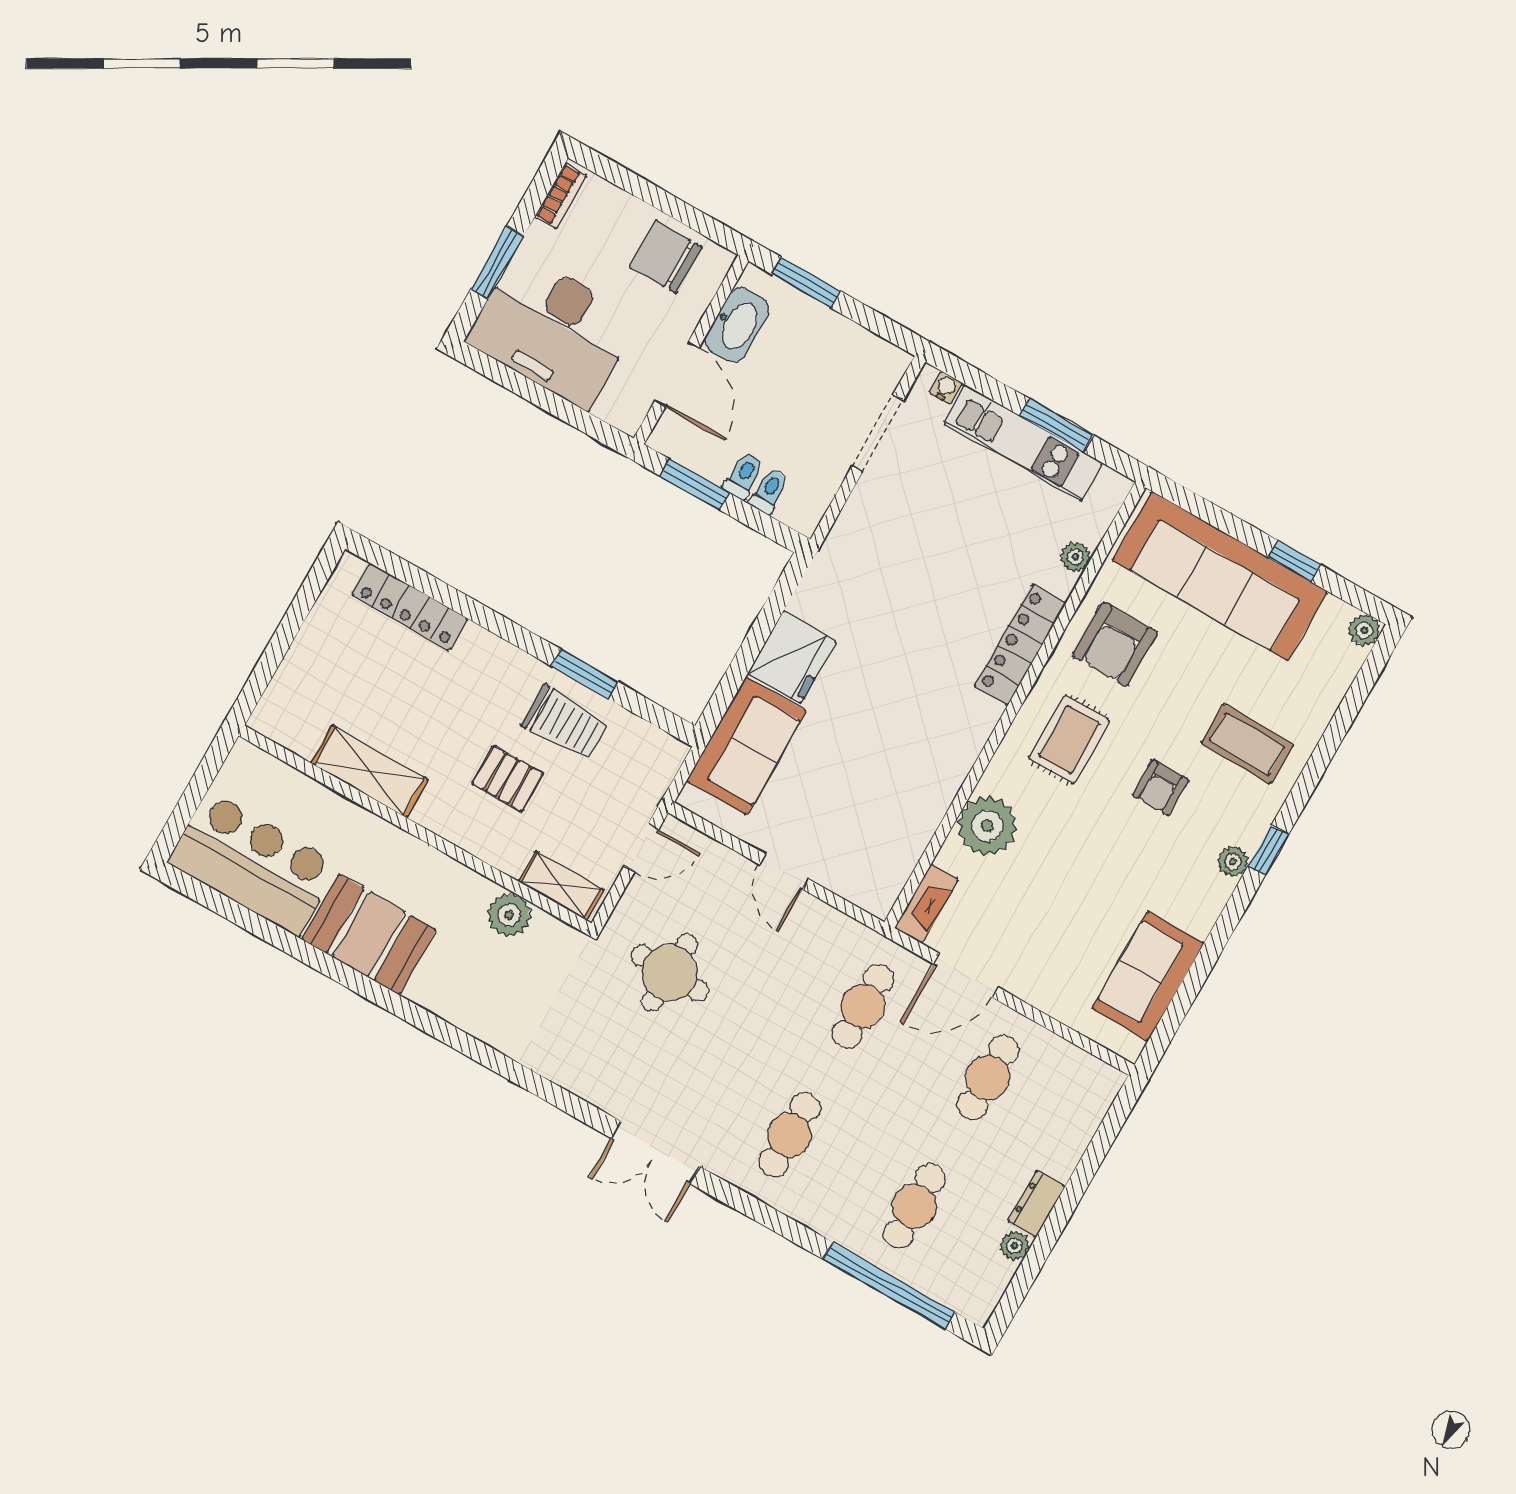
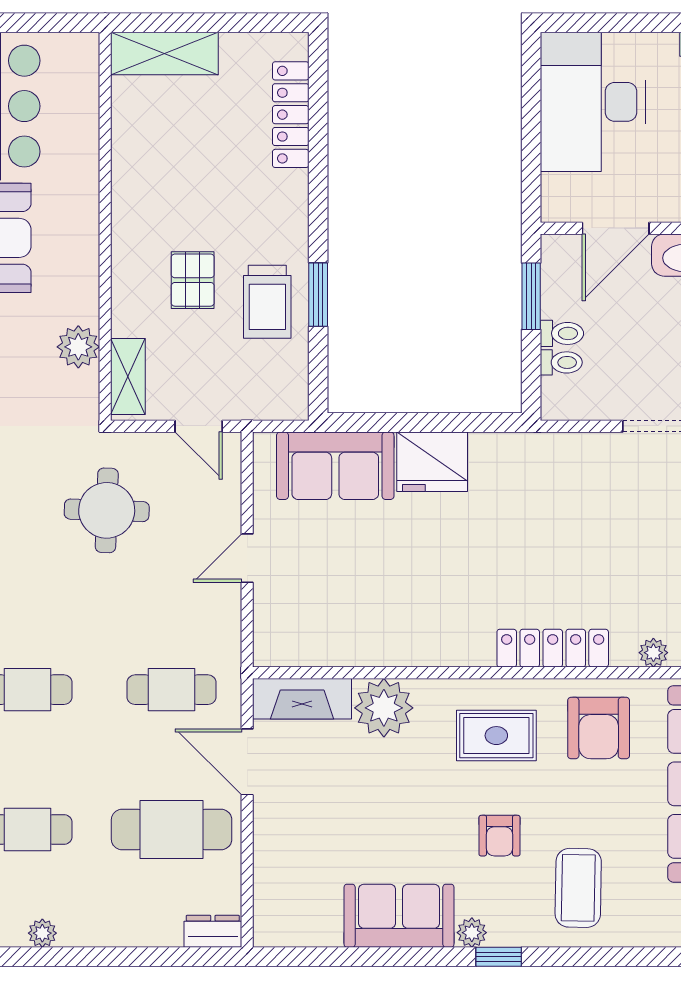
window: (497, 262) -> (624, 23), removed
armchair: (1115, 644) -> (599, 728), turned -90
shelving: (369, 771) -> (164, 53), moved, turned 90
armchair: (1160, 788) -> (500, 836), turned -90
fireplace: (926, 904) -> (302, 699), width x1.37, depth x1.32
sofa: (1148, 976) -> (399, 916), moved
cafe table: (988, 1077) -> (172, 830), width x1.37, depth x1.35
dresser: (1036, 1204) -> (213, 931), moved

